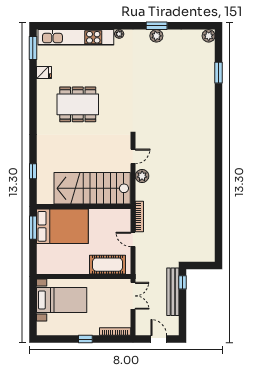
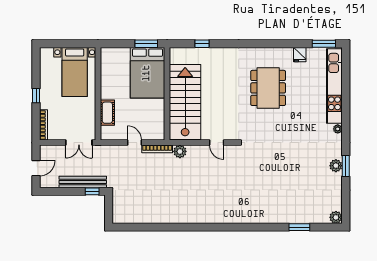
plant: (142, 176) -> (180, 151), moved
door: (133, 239) -> (135, 143), hinge flipped
cot: (108, 265) -> (107, 113), width x0.73, depth x0.75

